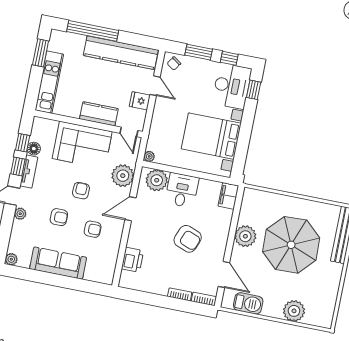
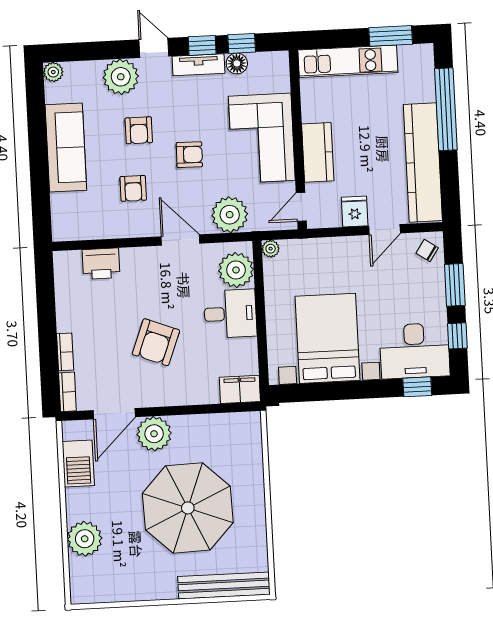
plant: (20, 214) -> (121, 77), width x1.88, depth x1.88
plant: (245, 236) -> (154, 434), moved

